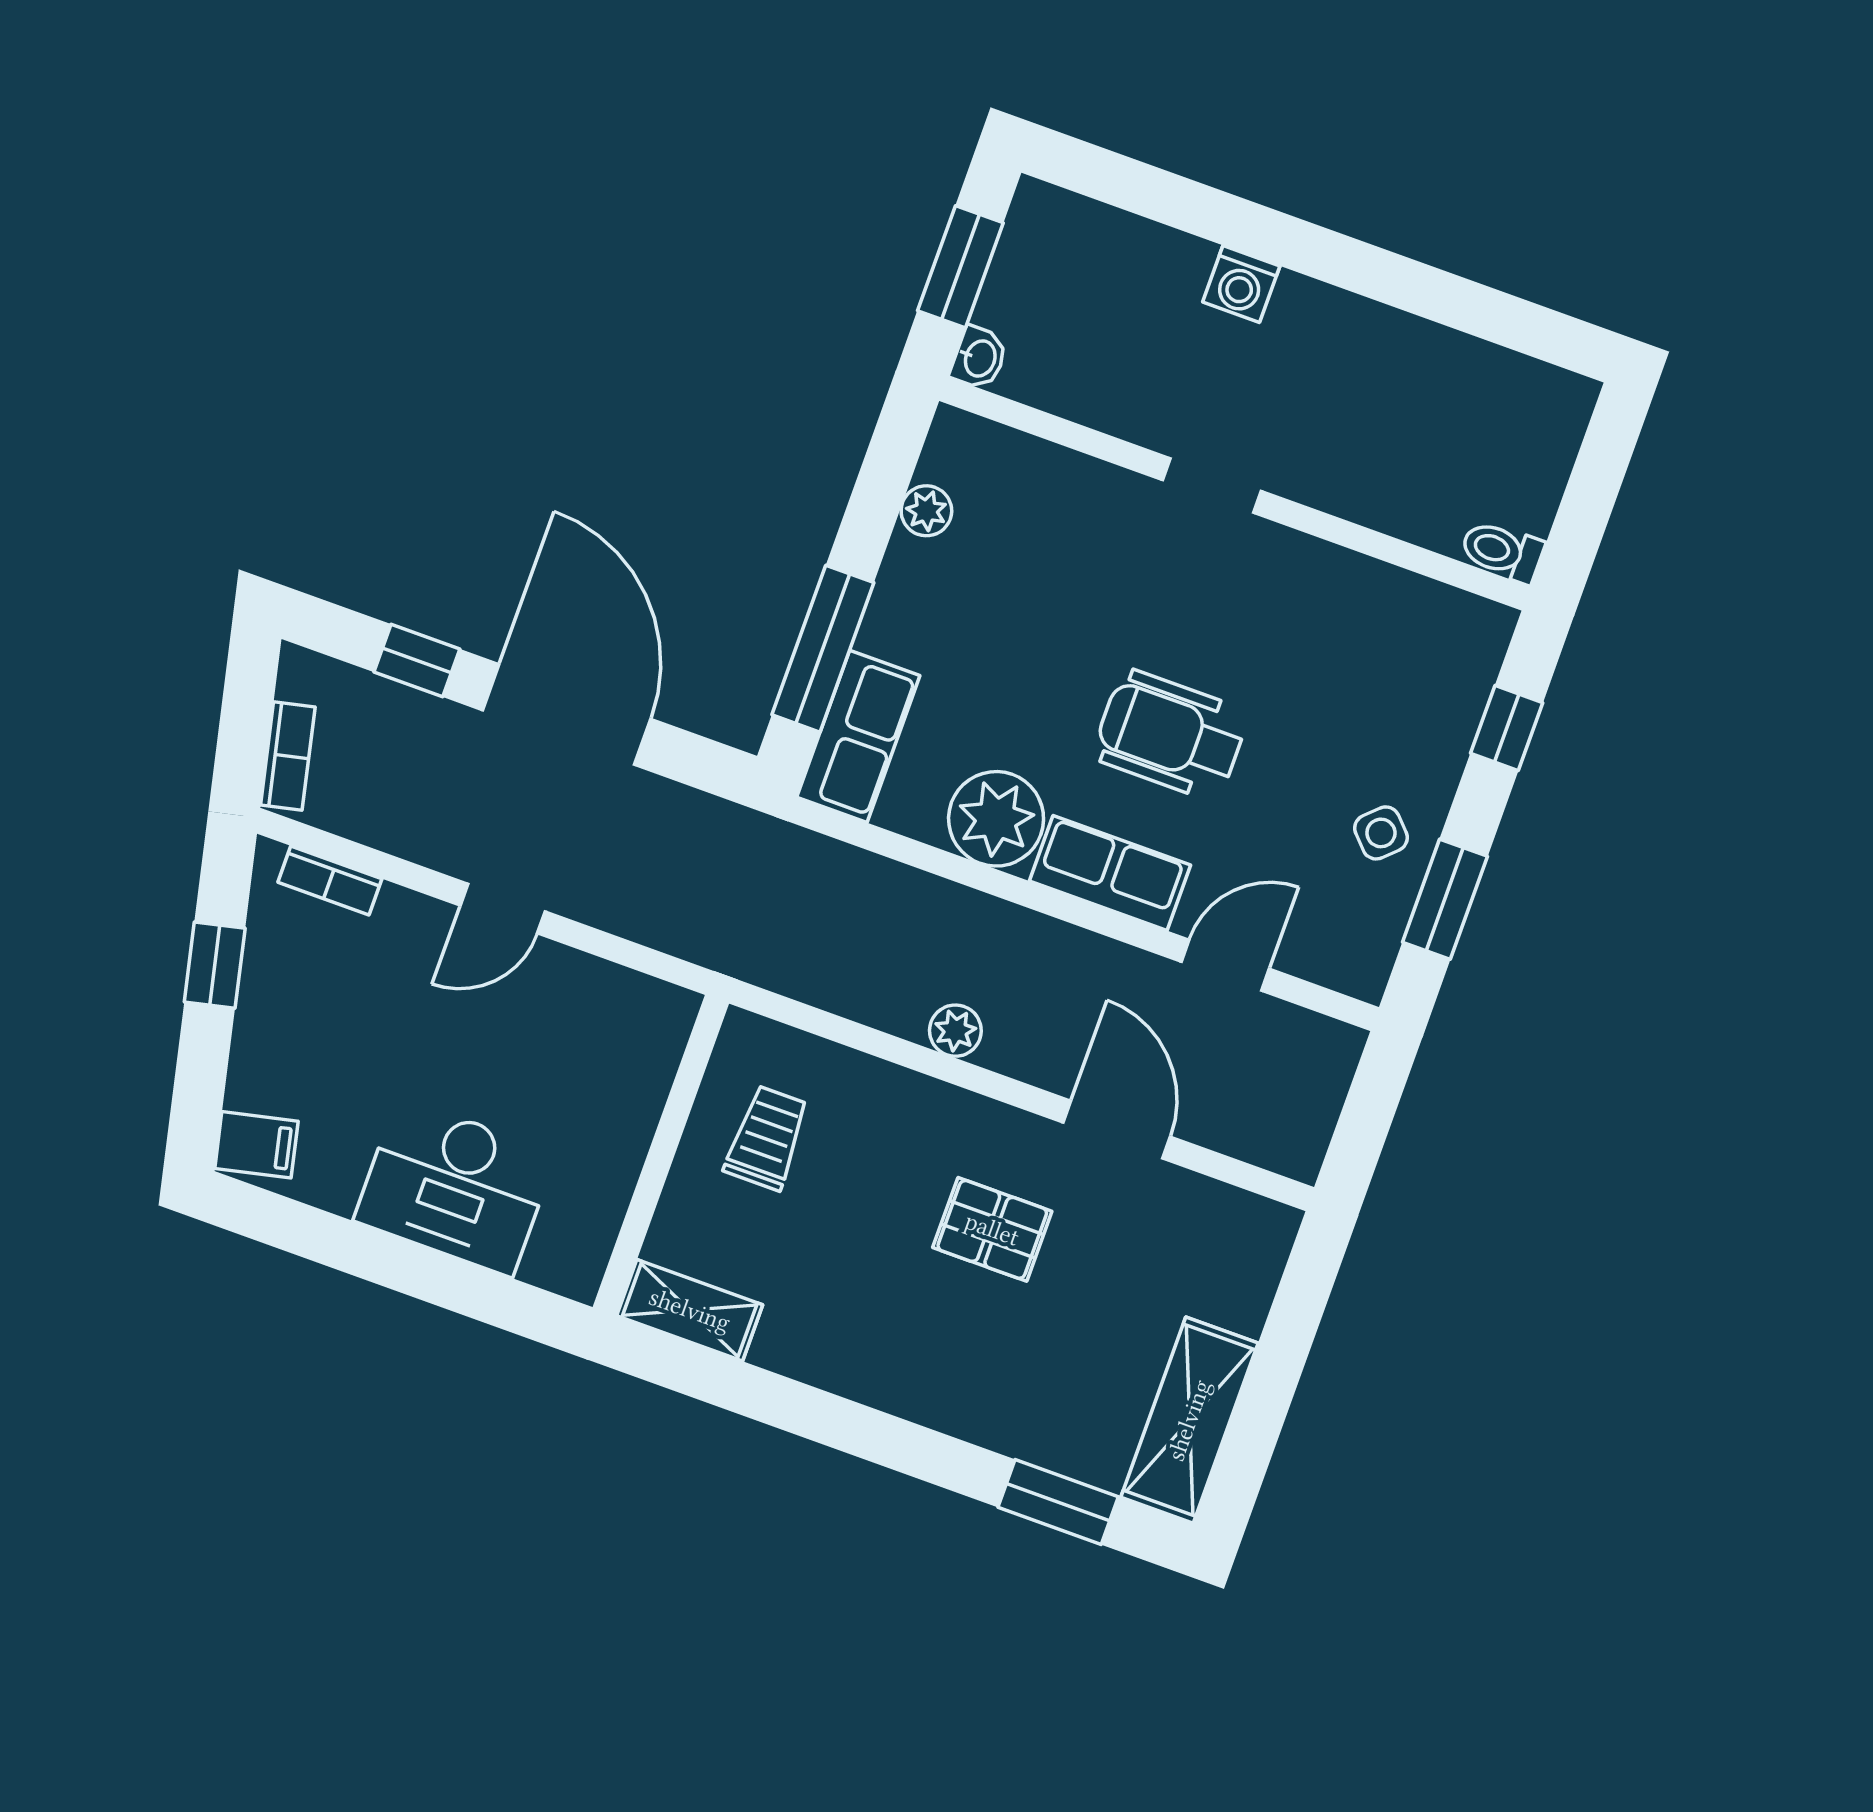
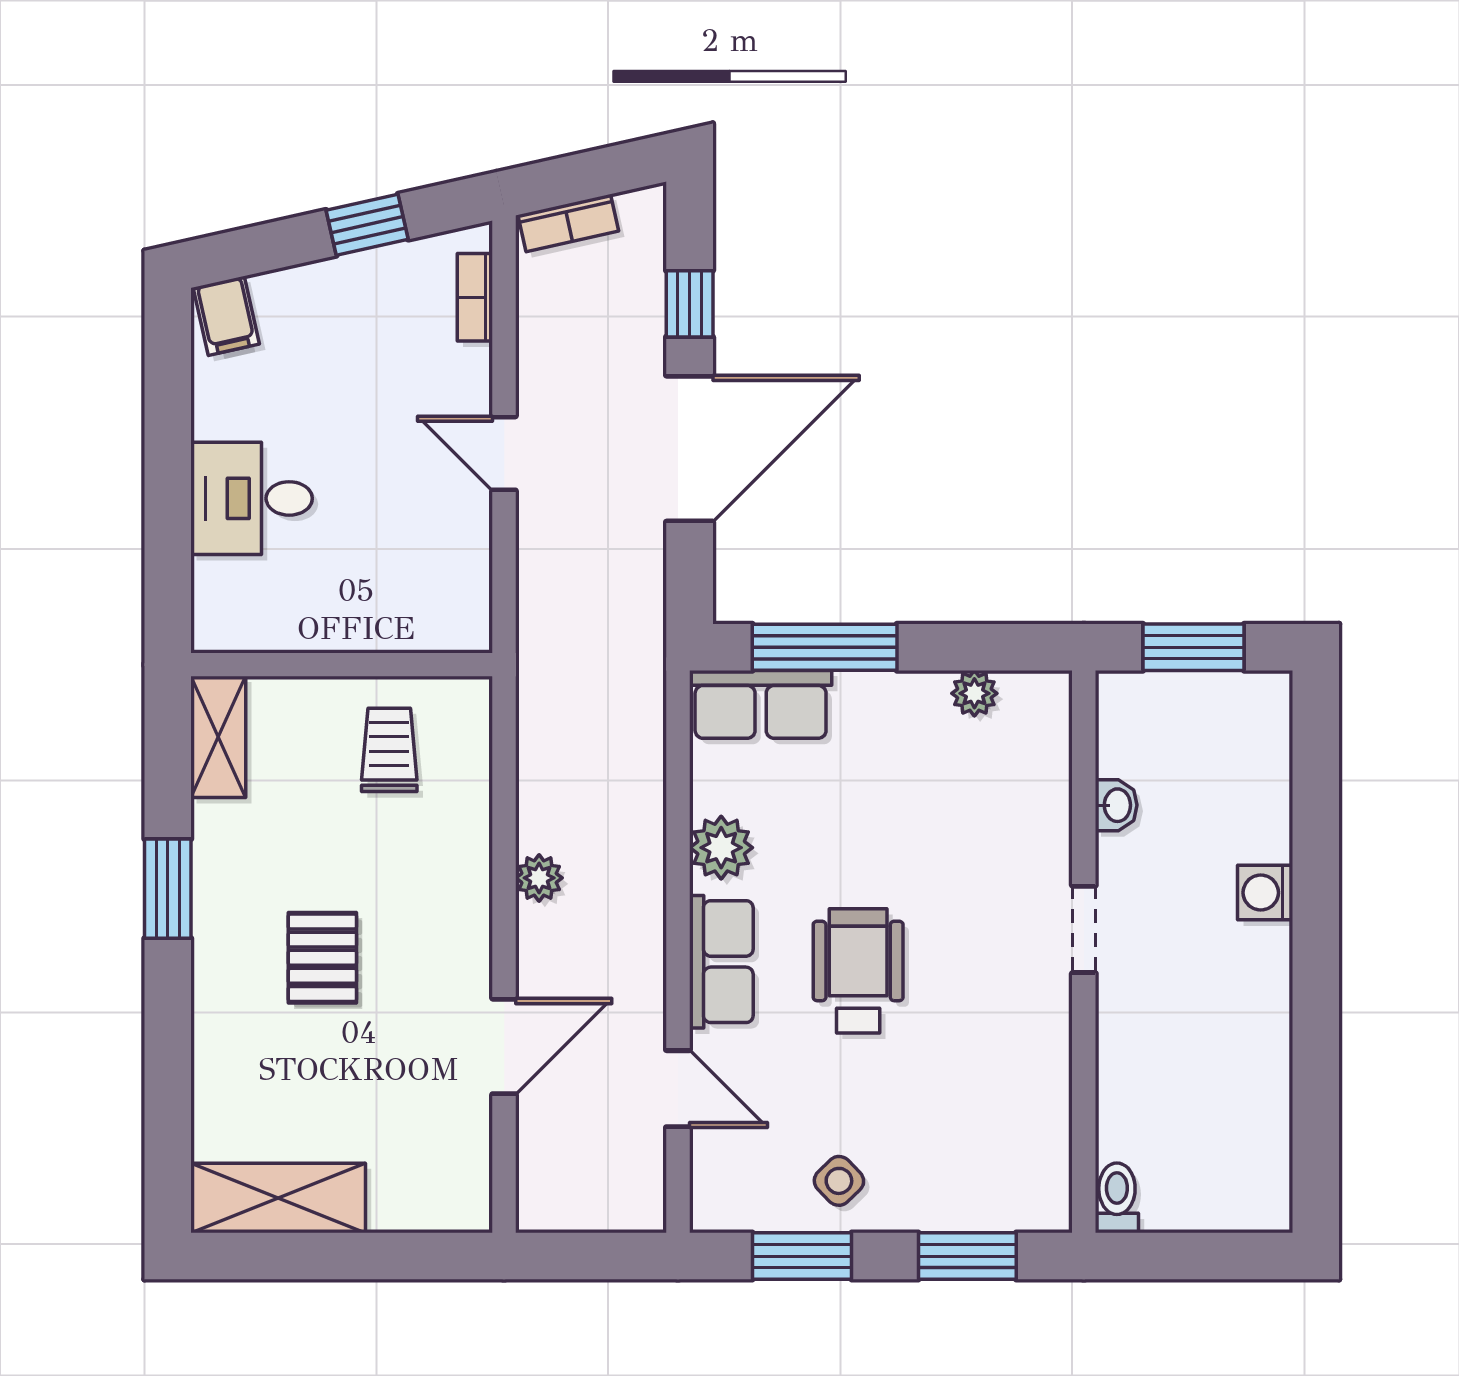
washbasin: (979, 358) -> (1116, 805), moved, turned -90
window: (1507, 728) -> (967, 1256), width x1.50
plant: (996, 819) -> (721, 848), width x0.73, depth x0.73
trolley: (767, 1138) -> (389, 750), turned -90
desk: (455, 1187) -> (252, 498), width x0.73
pallet: (992, 1229) -> (322, 958), moved
window: (1058, 1502) -> (168, 889), moved

